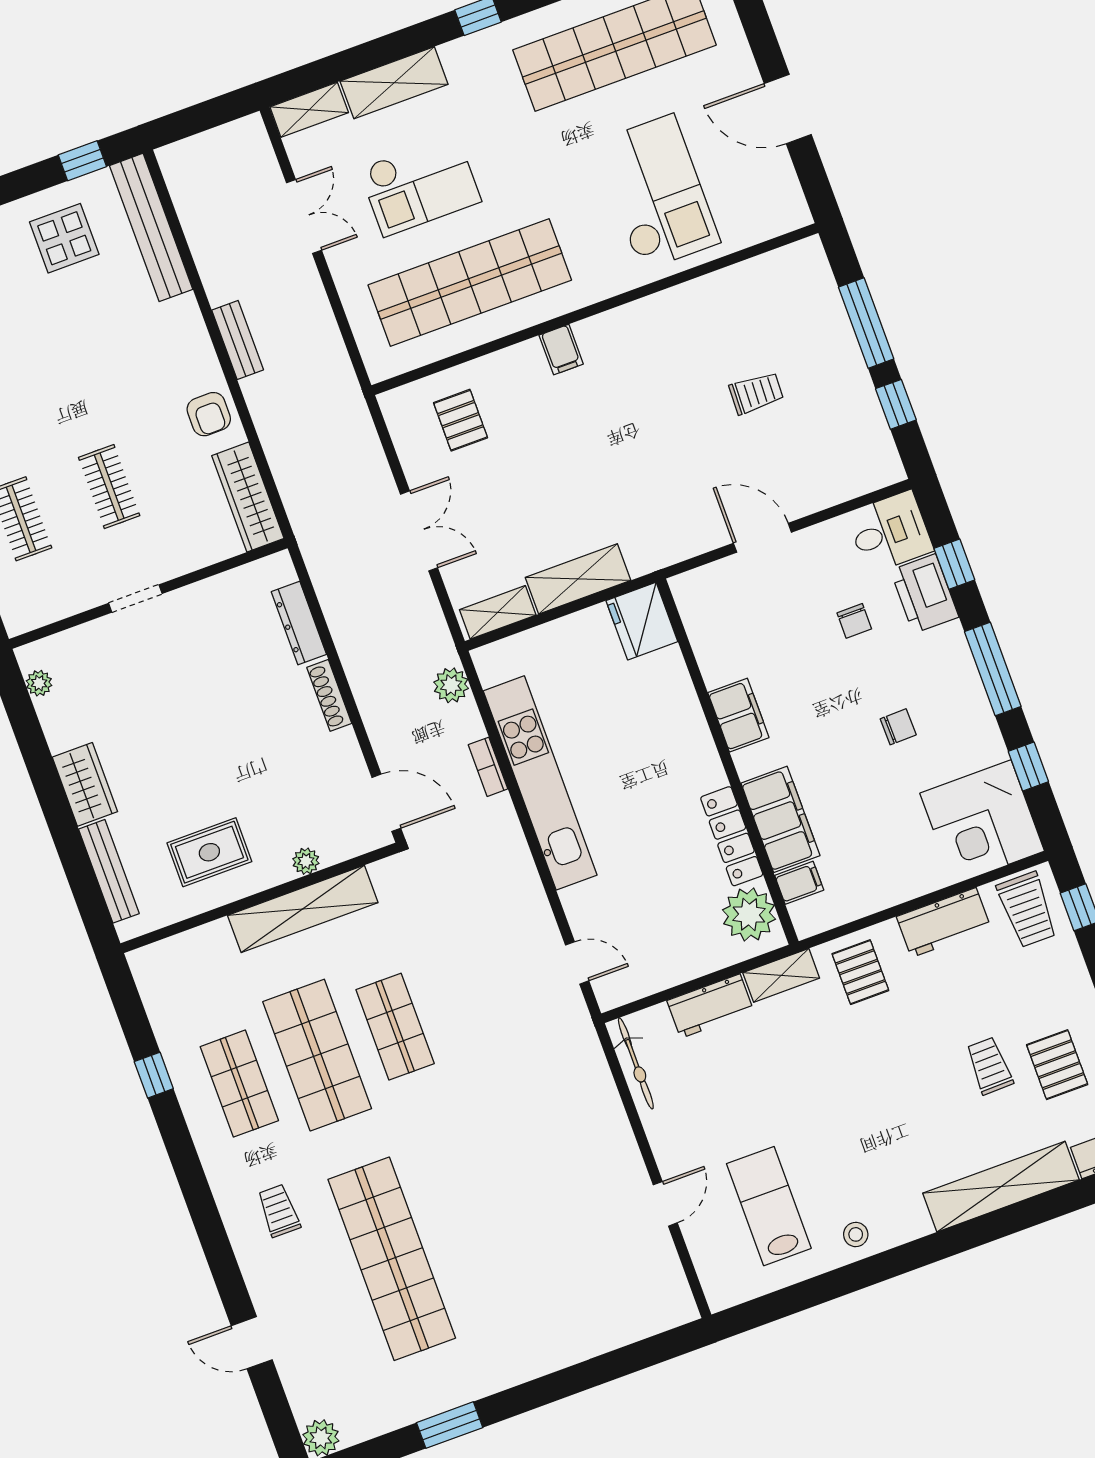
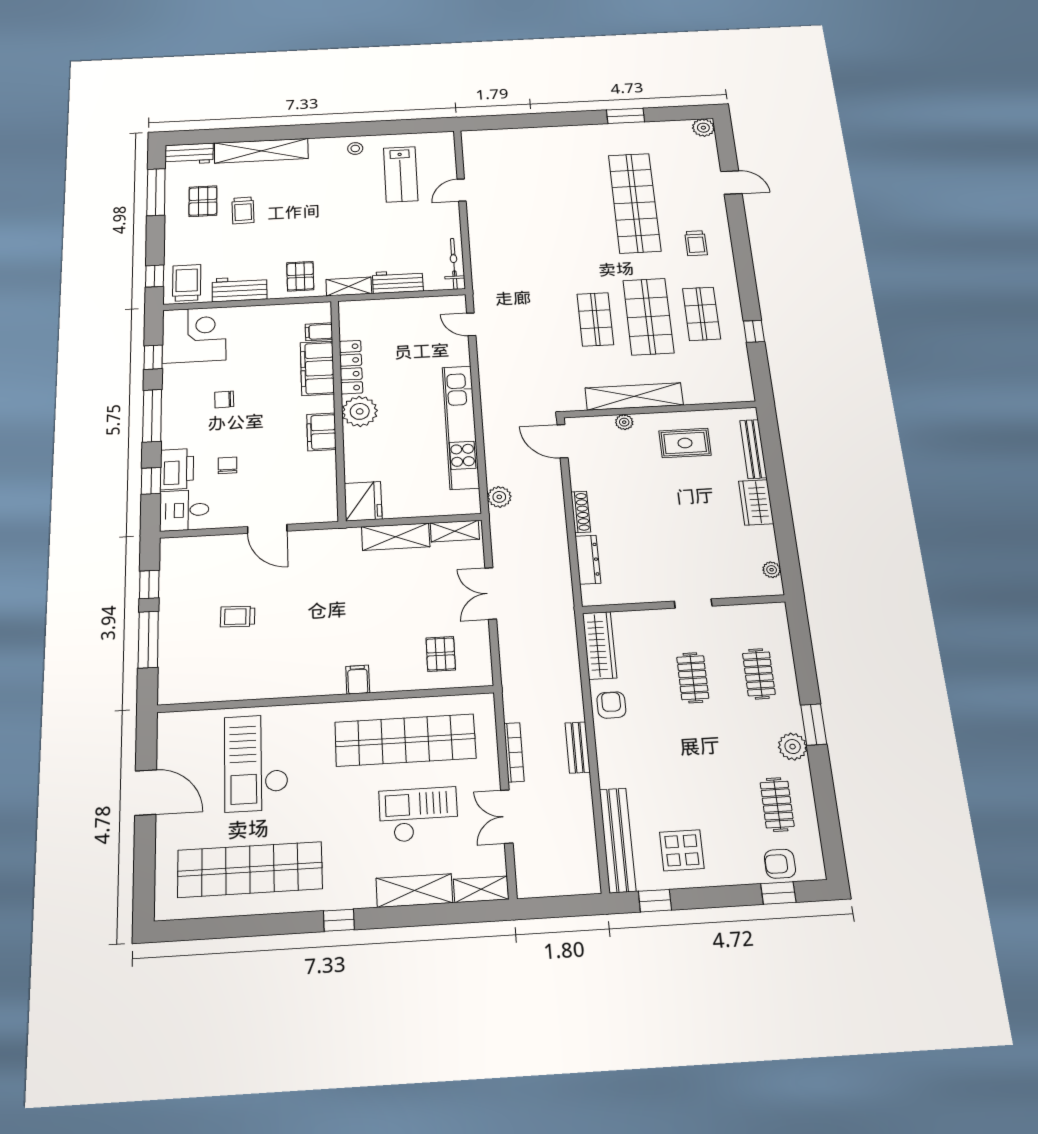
bookcase: (488, 767) -> (514, 752), moved, width x1.56
plant: (749, 914) -> (360, 411), moved

